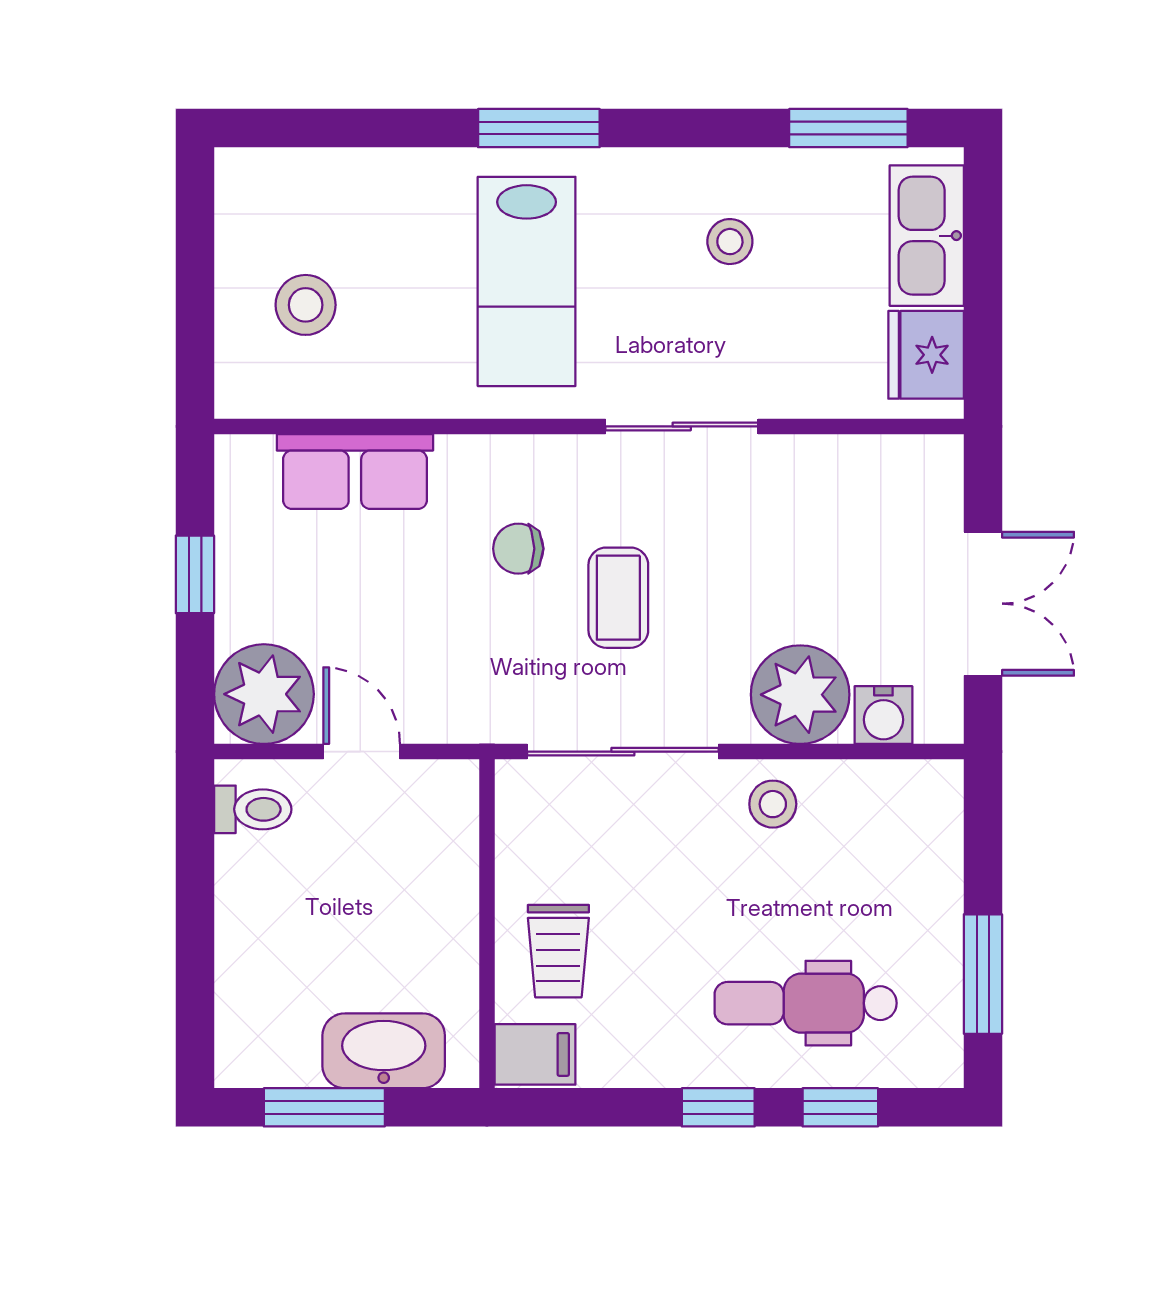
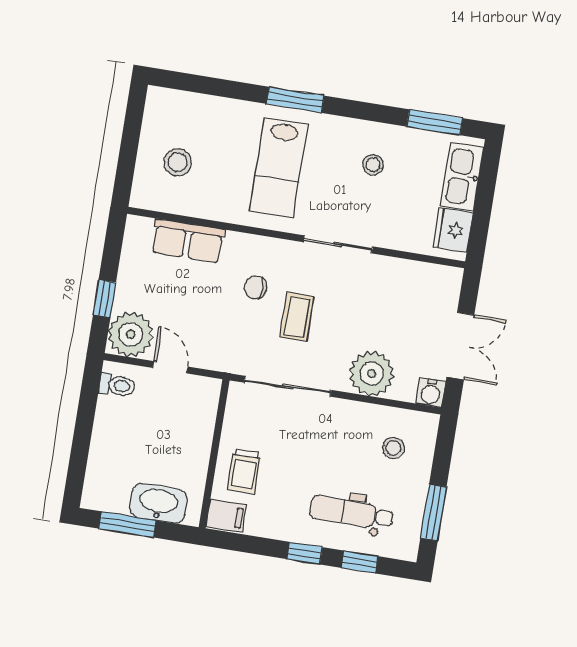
window: (195, 574) -> (104, 298), moved
water cooler: (883, 715) -> (431, 393), moved
stool: (773, 804) -> (393, 448), moved

